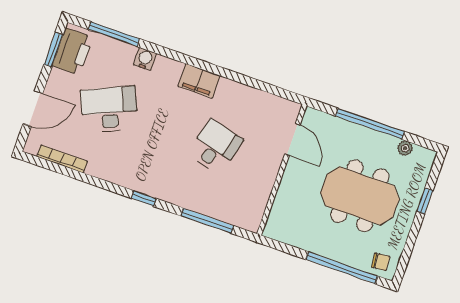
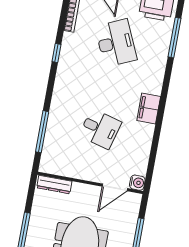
water cooler: (145, 59) -> (137, 183), moved
window: (144, 198) -> (57, 53), moved
dresser: (277, 216) -> (54, 185), added

